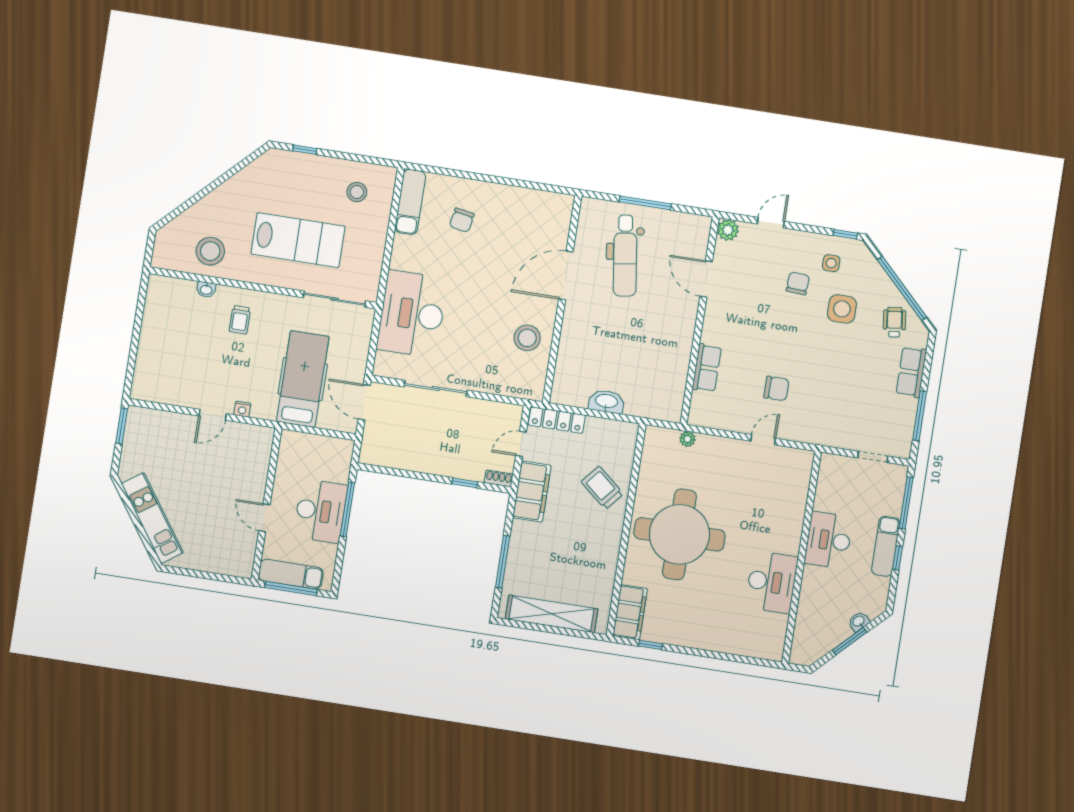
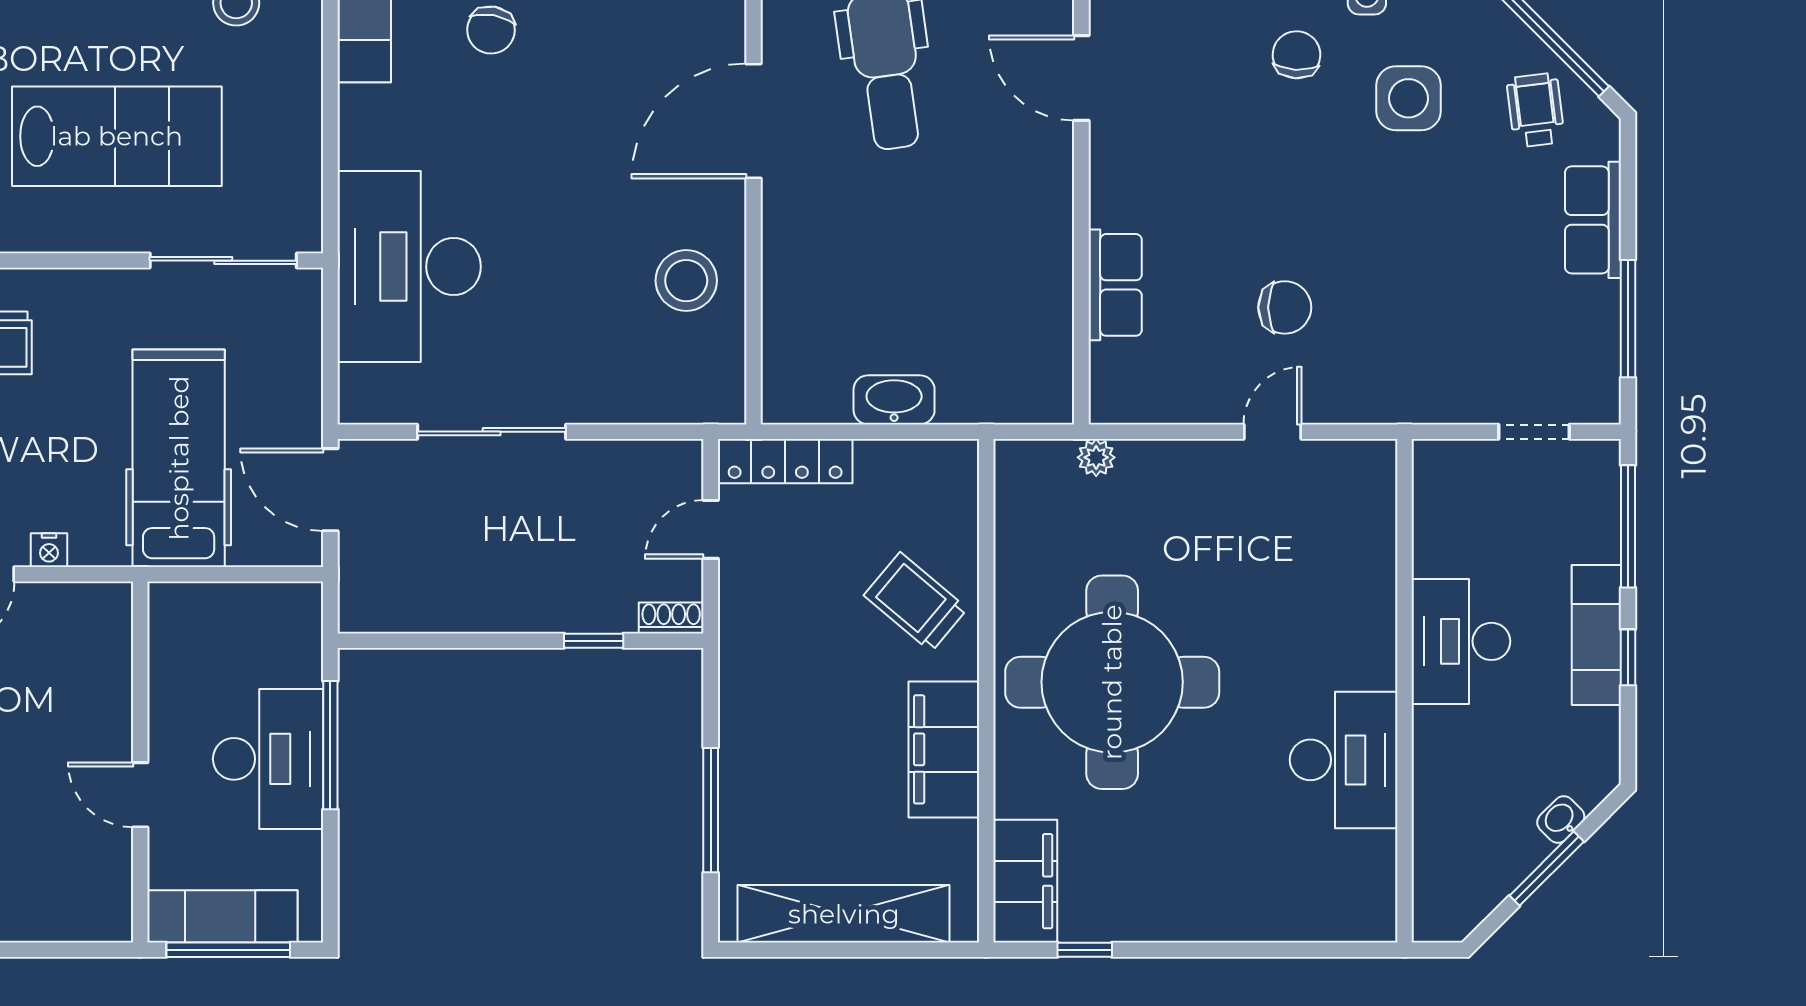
filing cabinet: (532, 492) -> (944, 749), moved, turned 180

